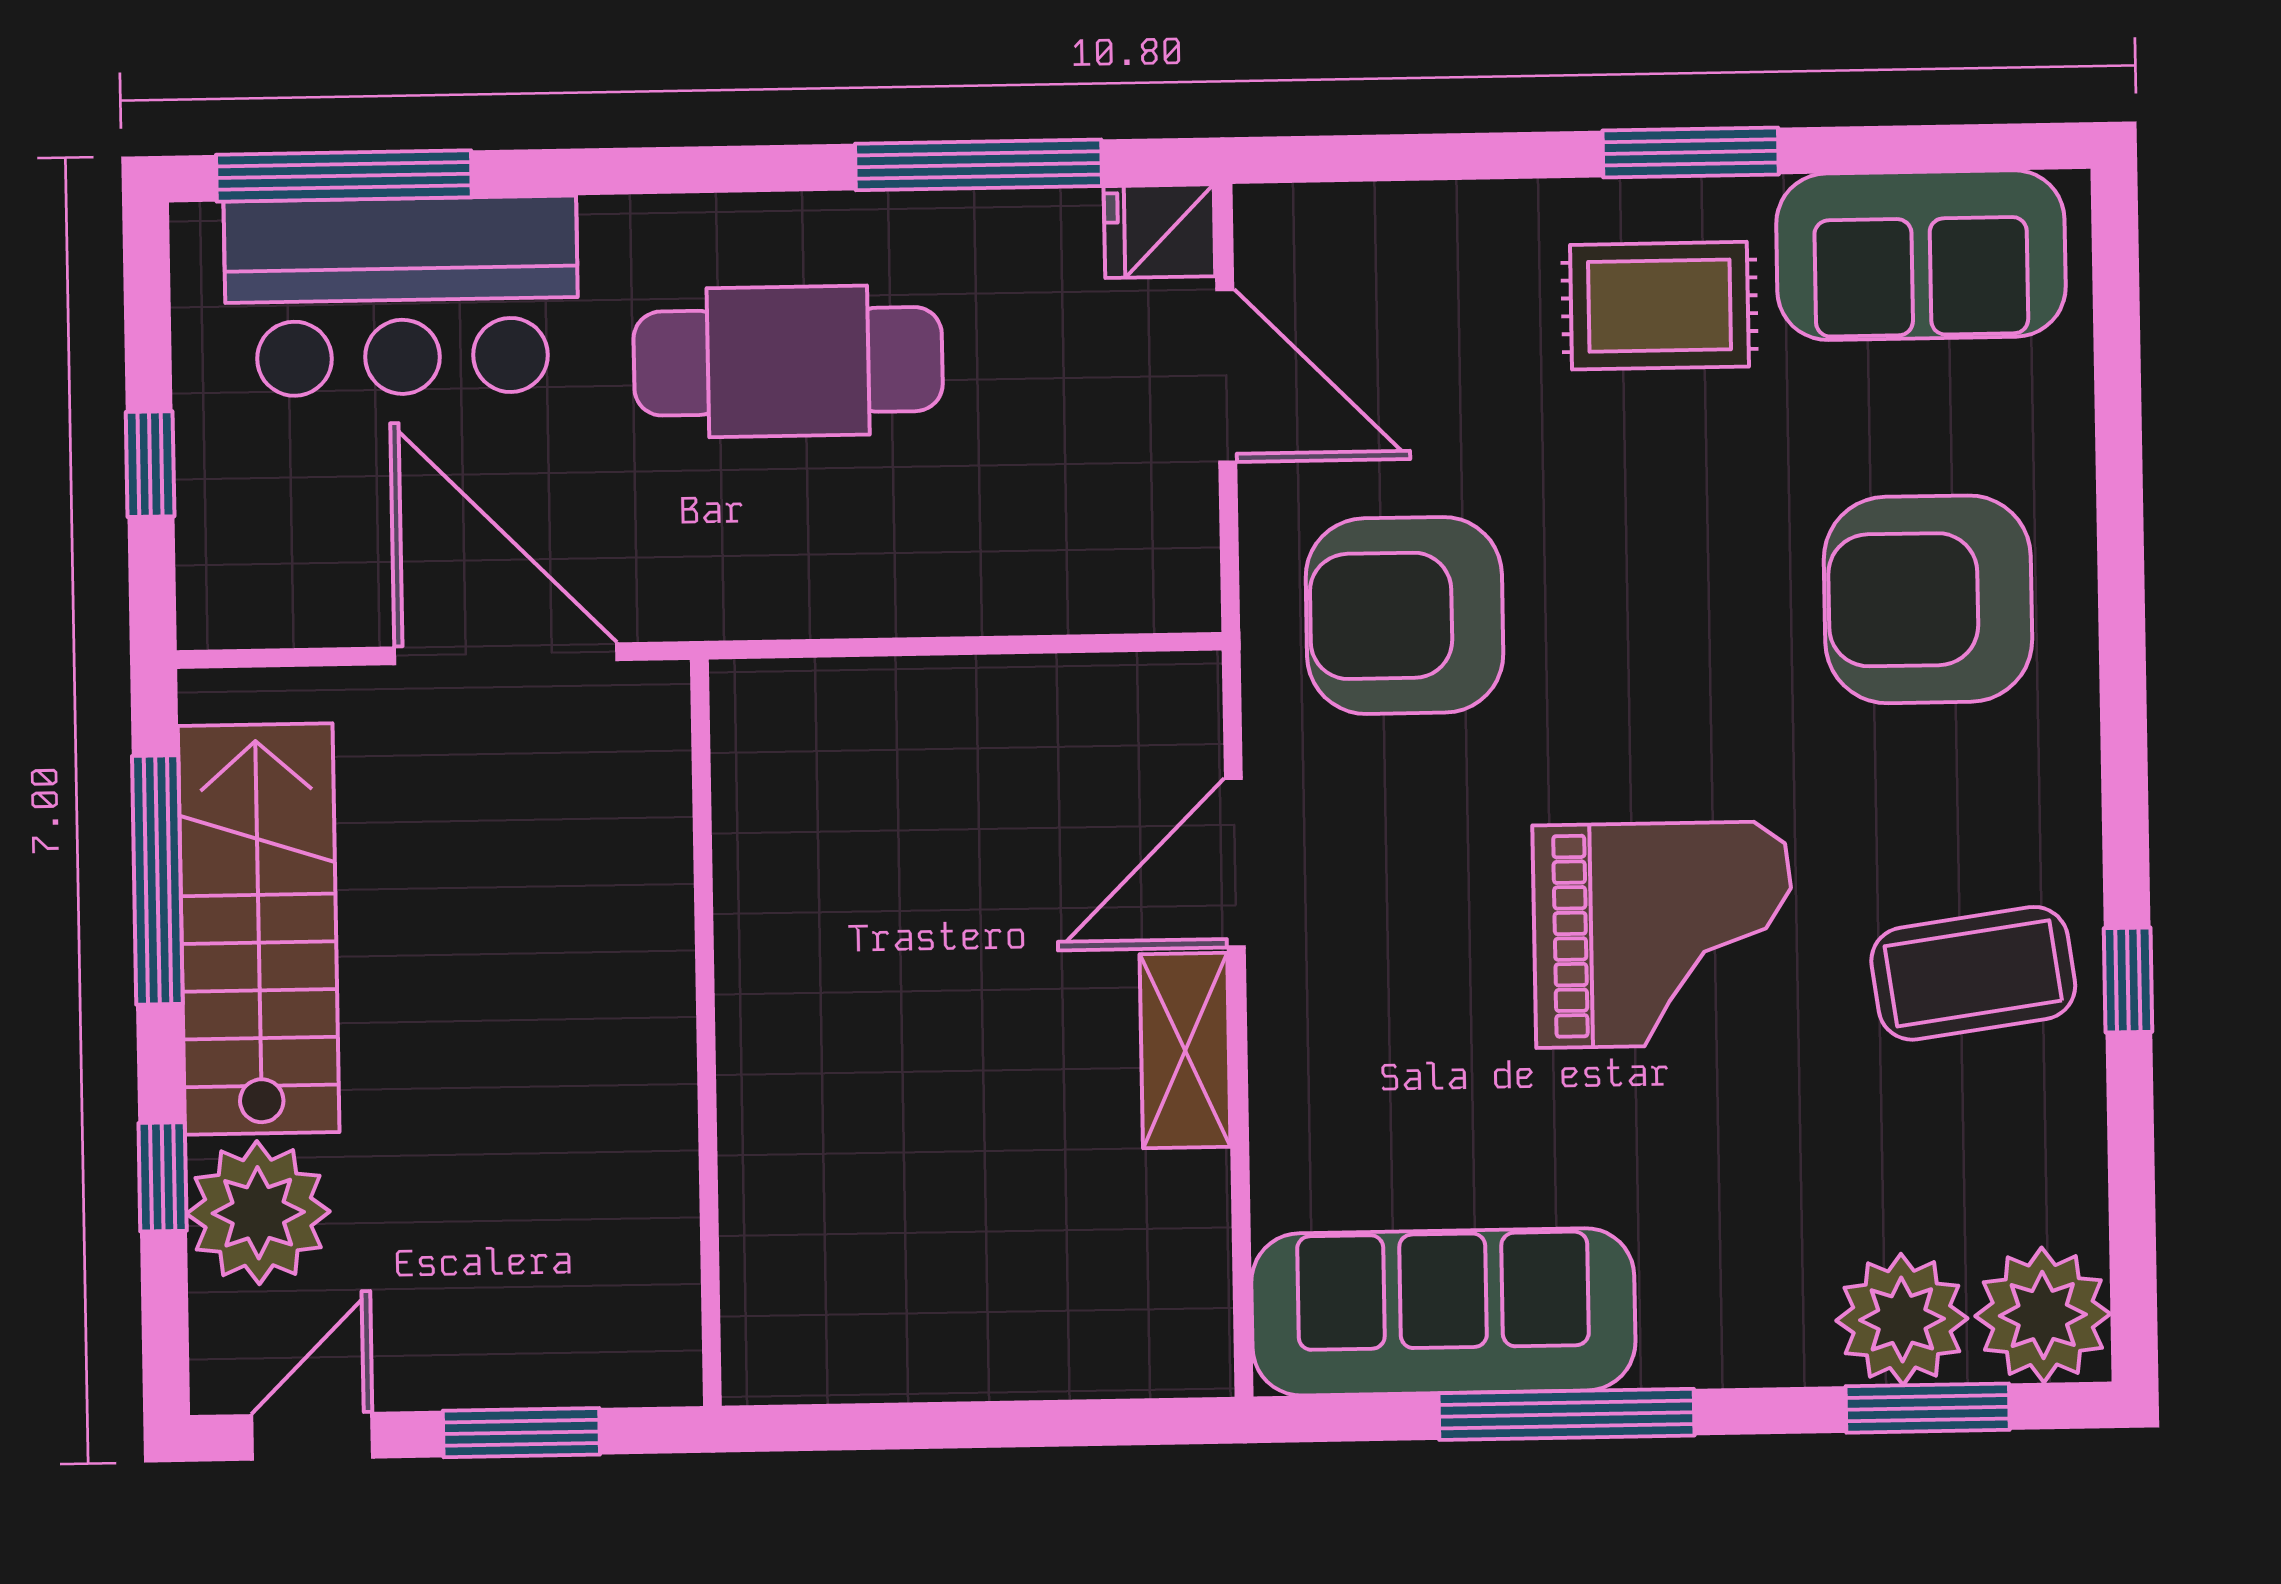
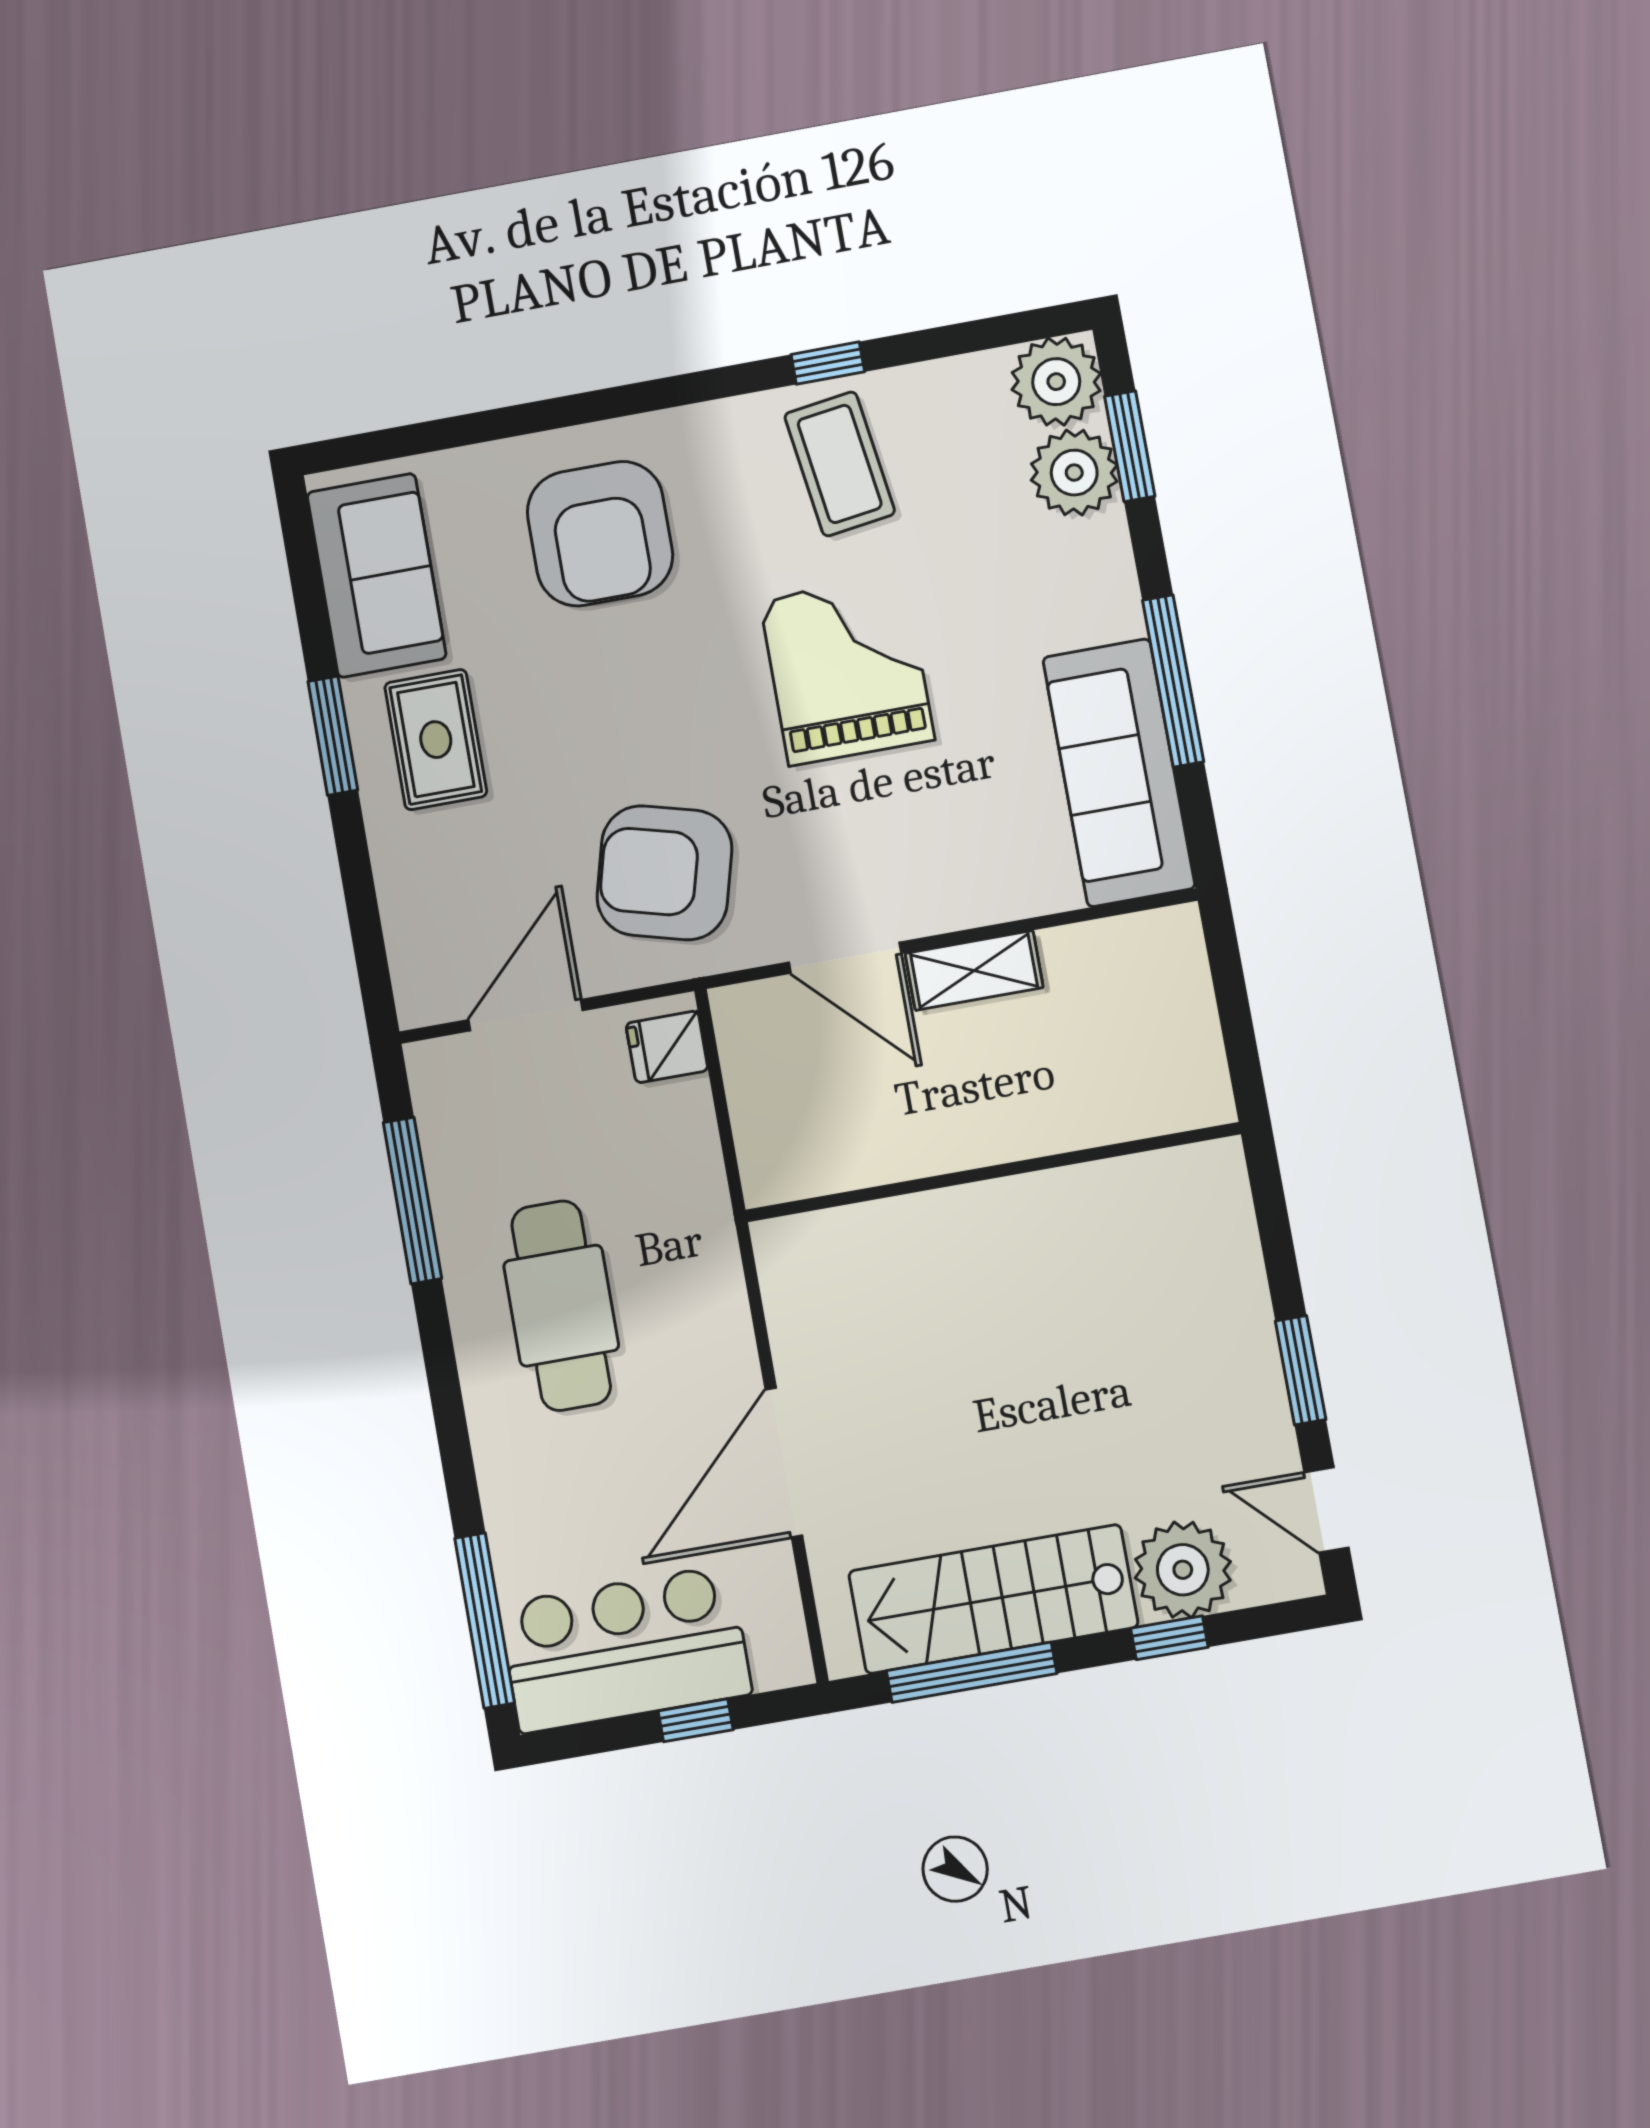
fridge: (1159, 231) -> (667, 1047), moved, turned 90
bar counter: (401, 296) -> (625, 1649), moved, turned -90
armchair: (1405, 615) -> (664, 873), turned 105
wall: (706, 1033) -> (993, 1172), moved

